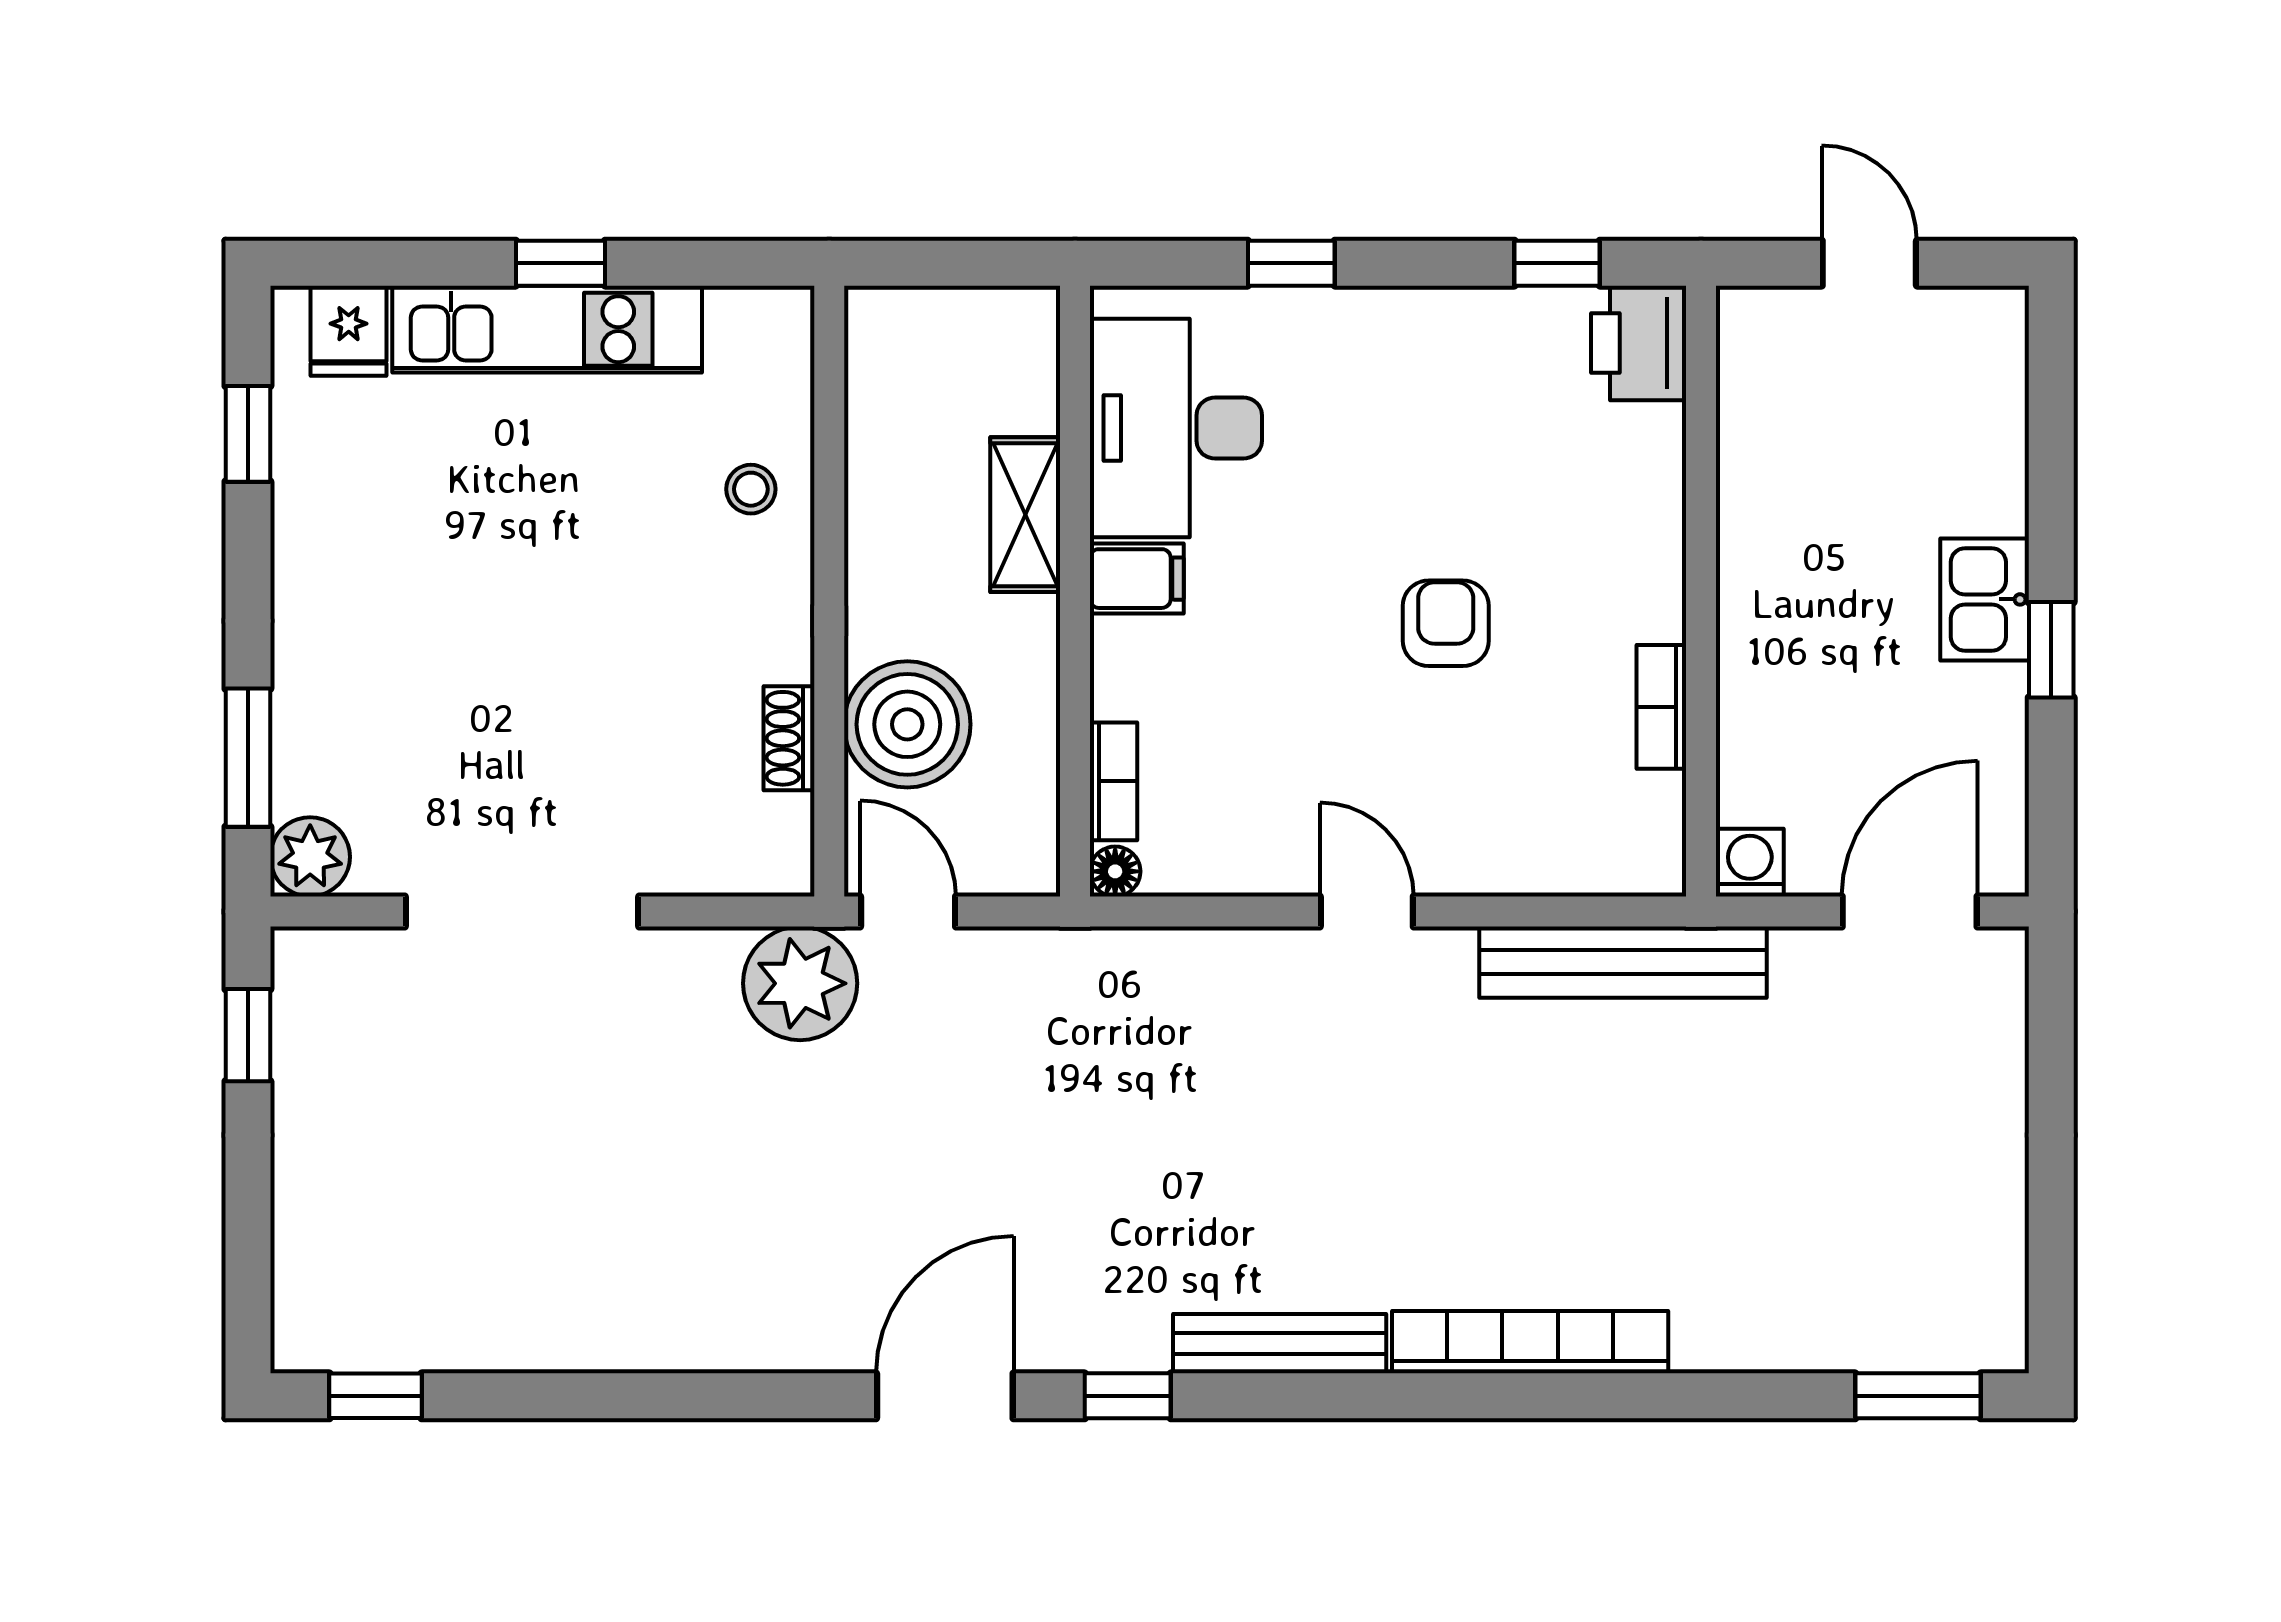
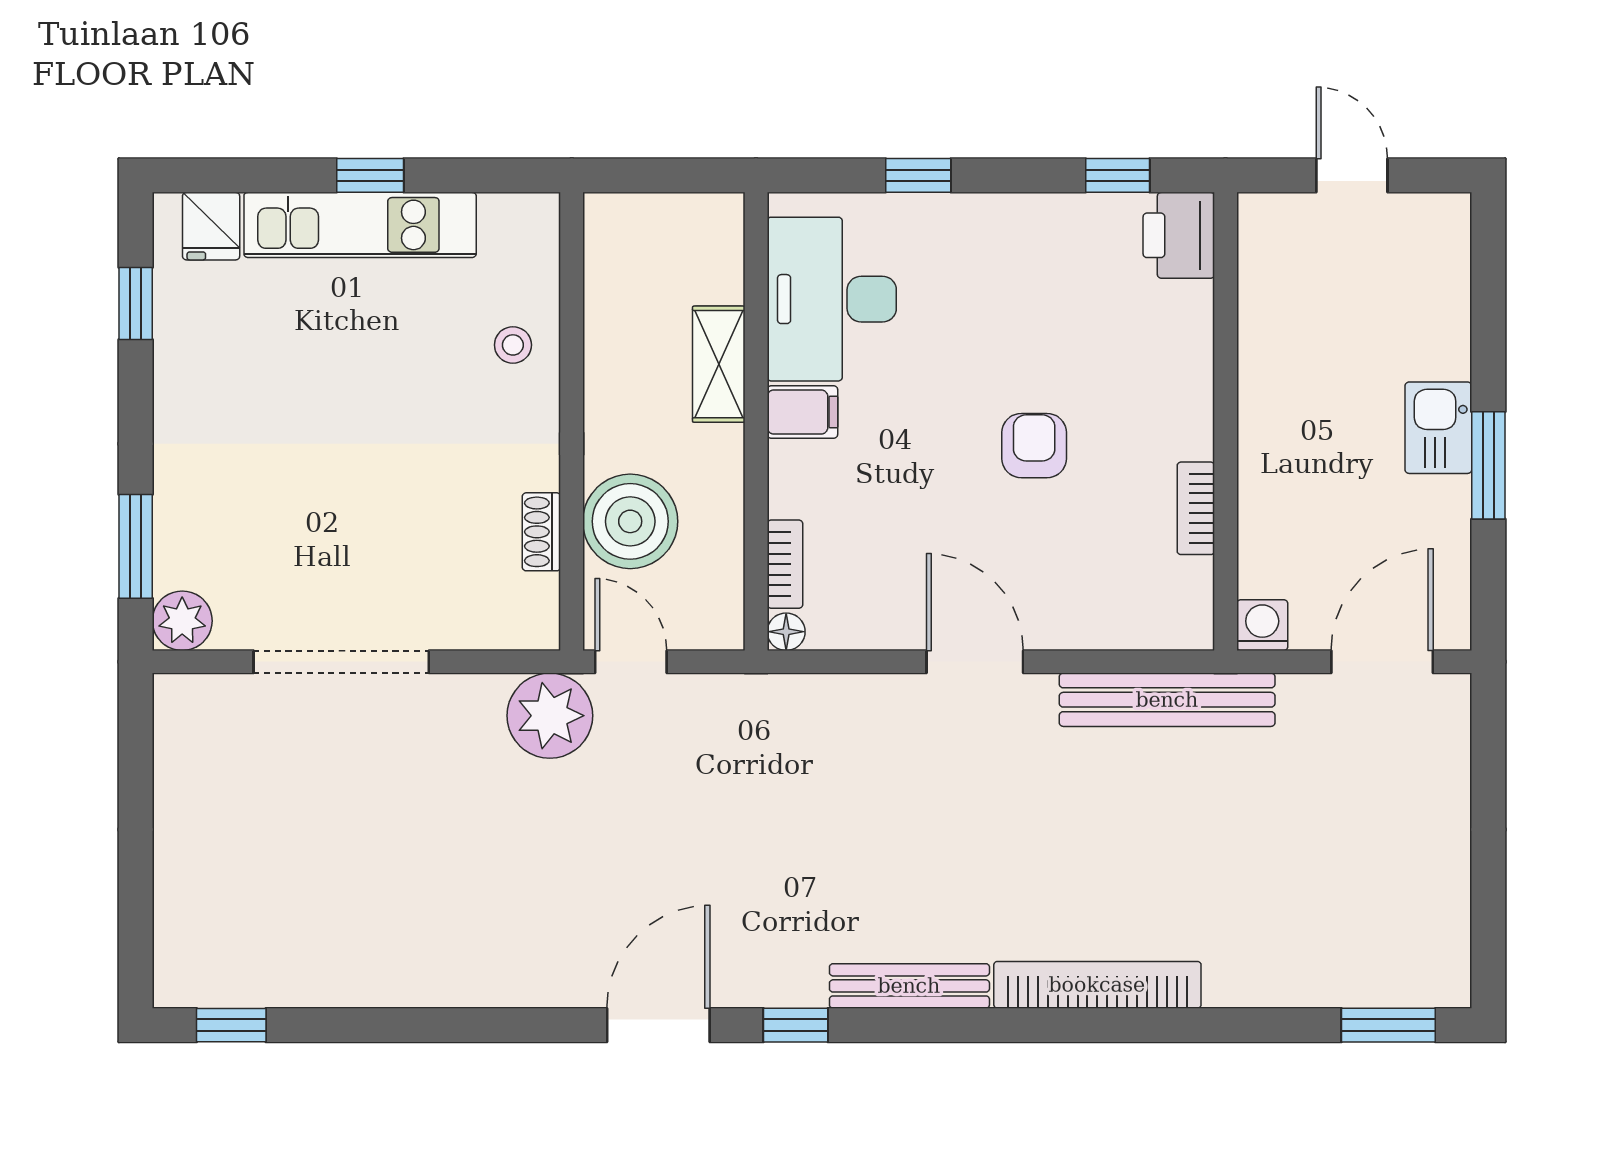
window: (2051, 650) -> (1488, 465), width x1.50
door: (1367, 911) -> (975, 662), width x1.38
window: (248, 1035) -> (136, 755), removed

